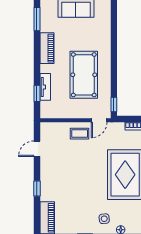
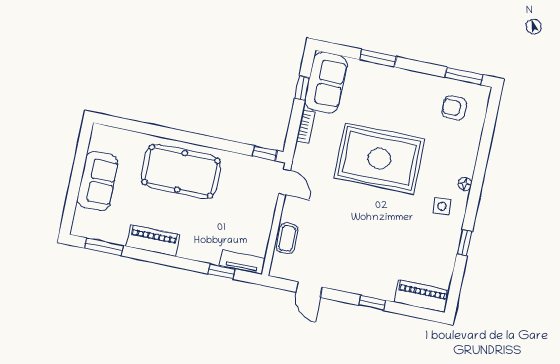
pool table: (84, 75) -> (181, 171), moved
tv unit: (45, 87) -> (242, 262), moved
coffee table: (80, 134) -> (287, 238), moved

